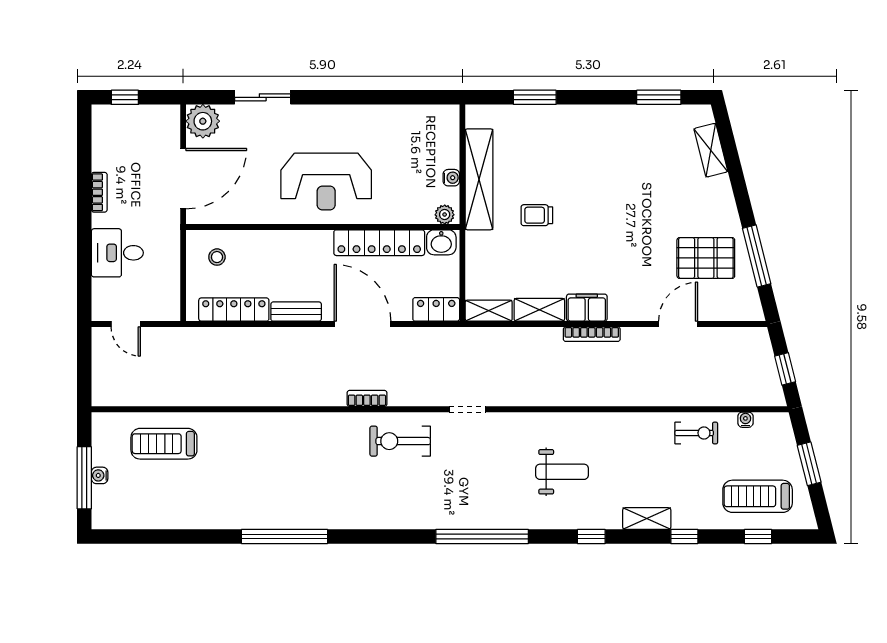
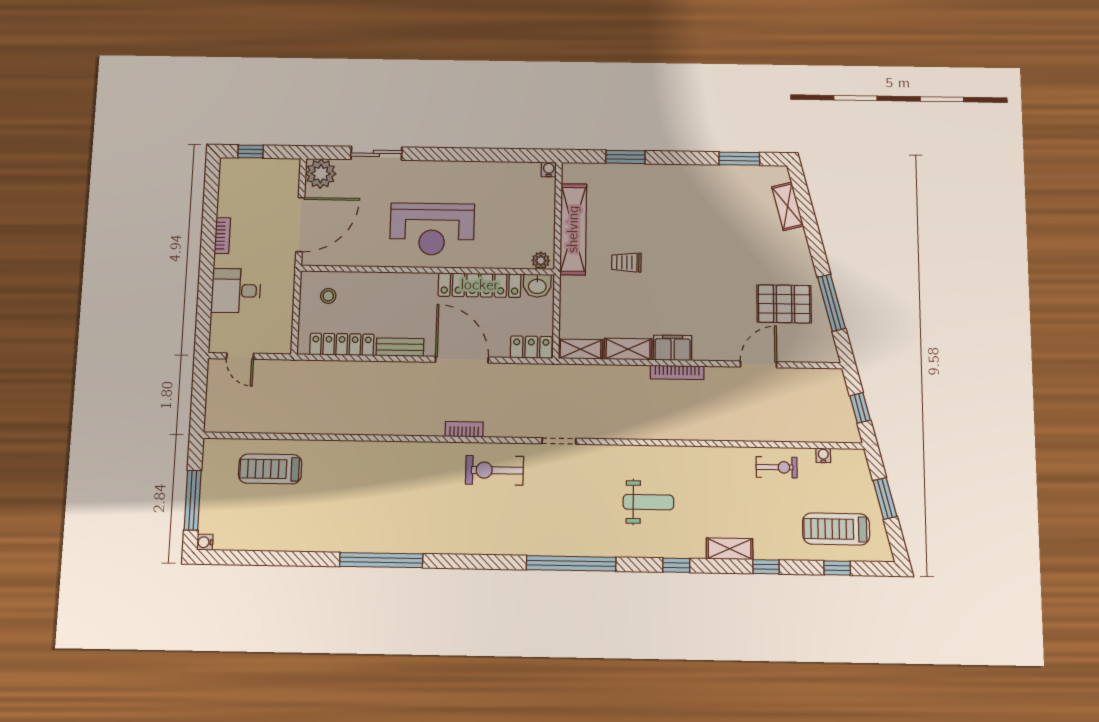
water cooler: (451, 178) -> (549, 169), moved, turned -90
water cooler: (100, 475) -> (205, 542), moved

